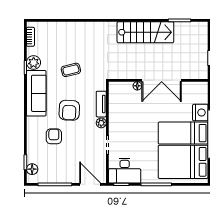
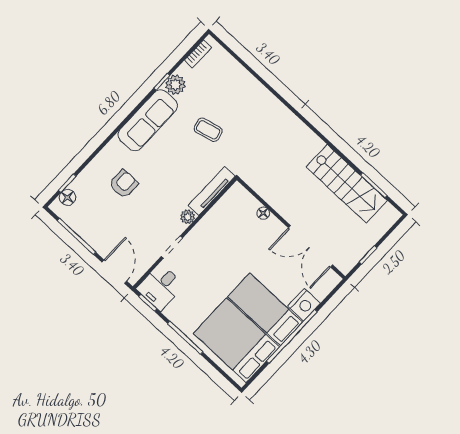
stairs: (145, 32) -> (347, 184), moved
double door: (162, 80) -> (311, 246), moved
tv unit: (101, 104) -> (212, 191), width x1.41
armchair: (69, 110) -> (166, 171), removed
desk: (125, 171) -> (160, 287), width x0.73

